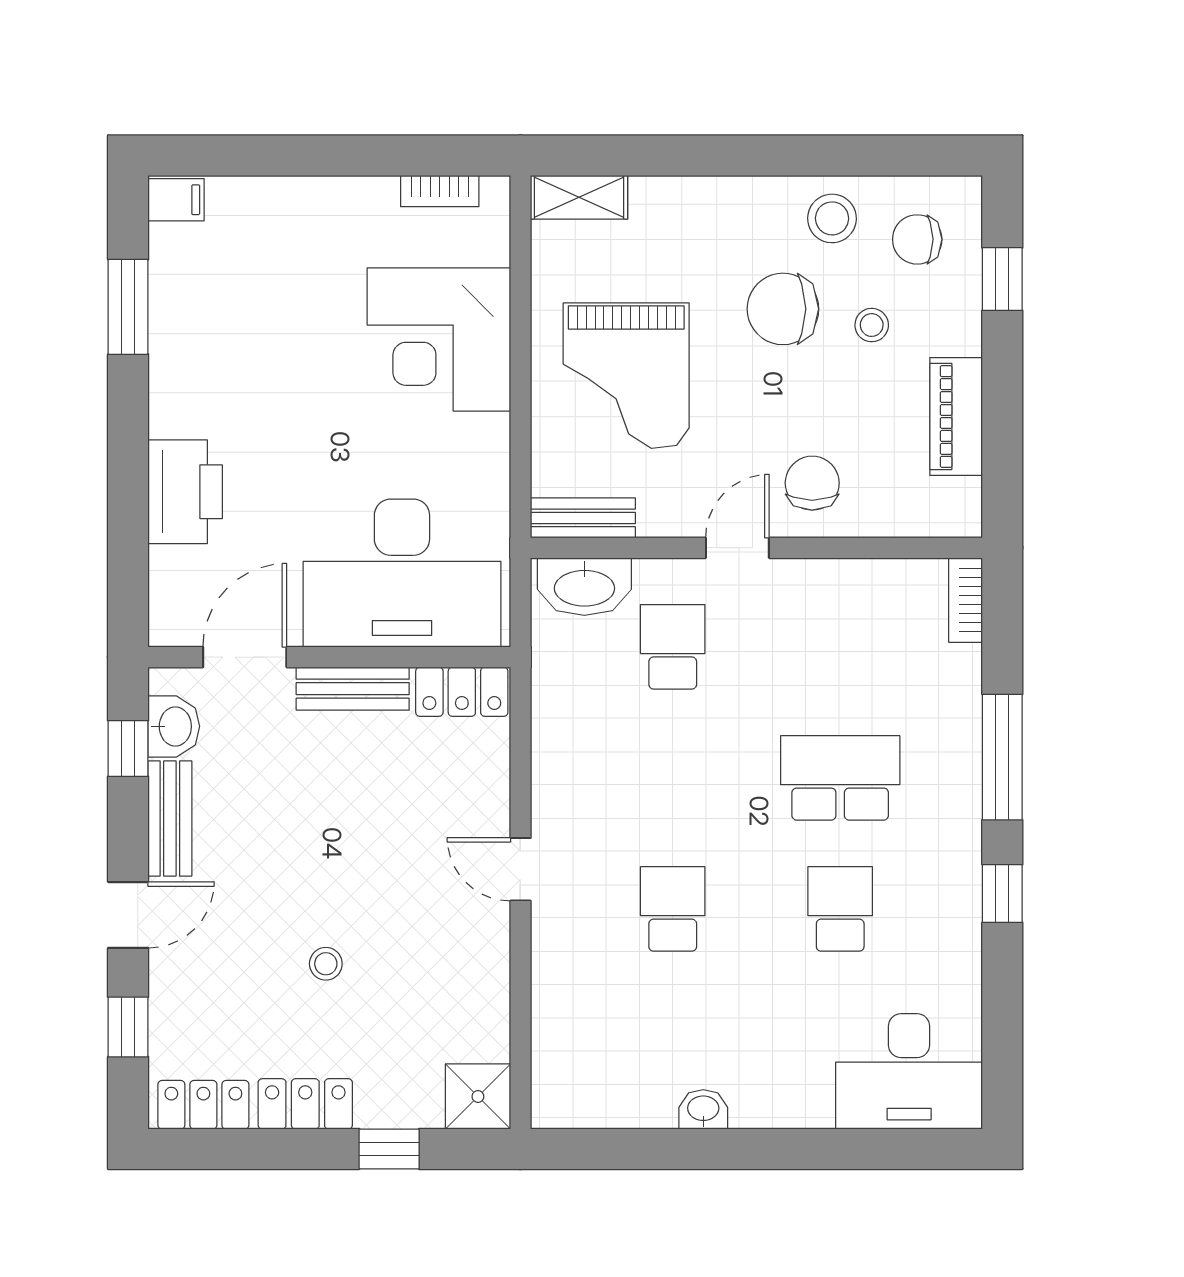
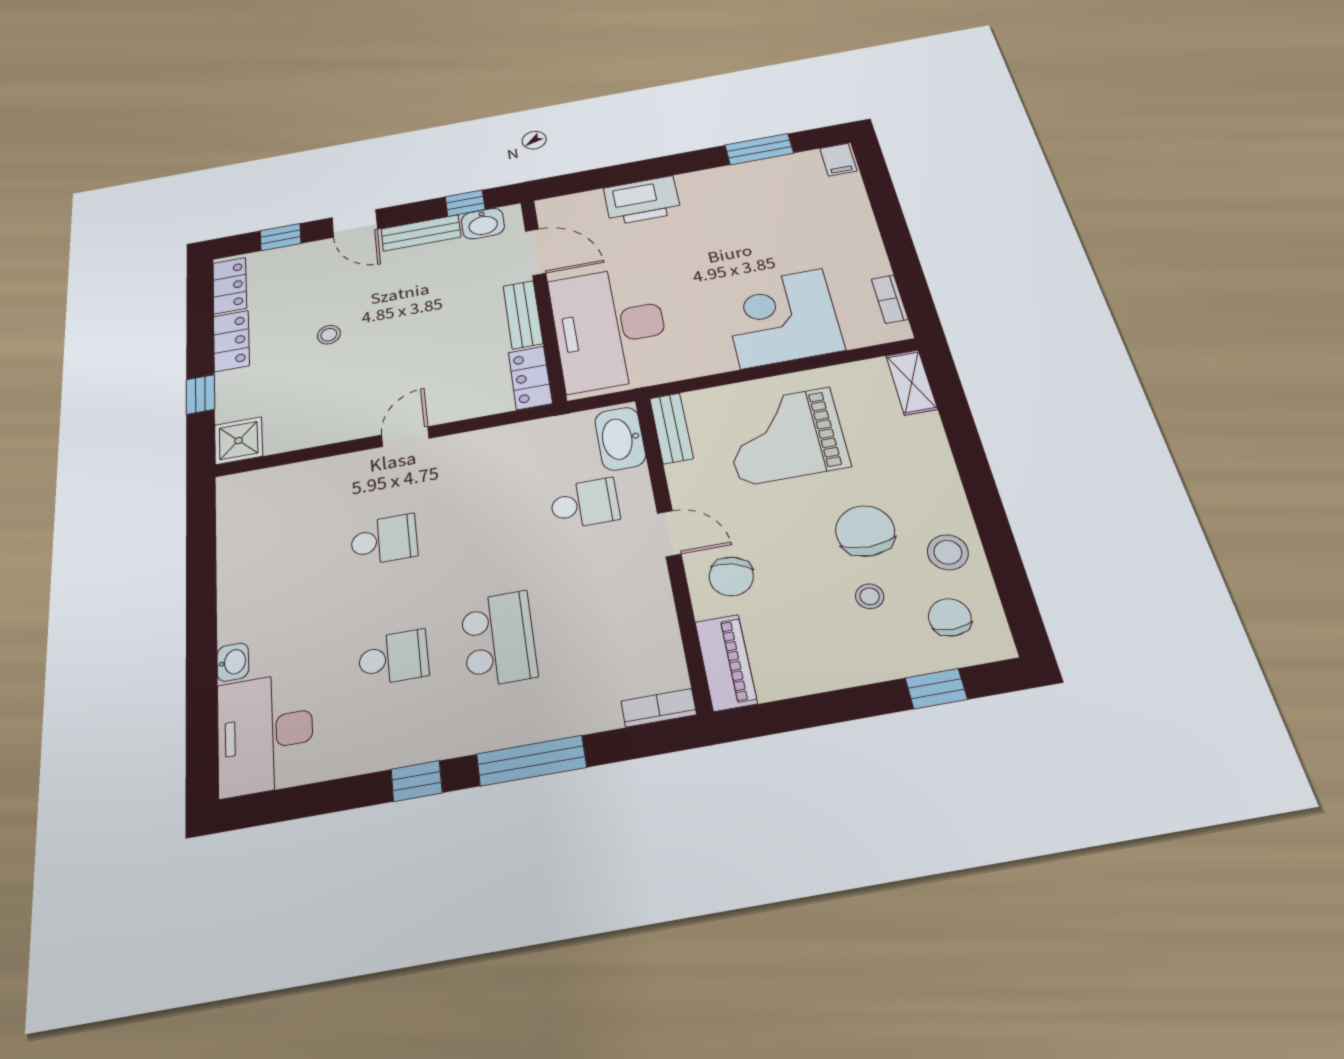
piano: (956, 416) -> (726, 662), moved, turned 90
chair: (812, 483) -> (731, 576), turned 106
washbasin: (703, 1109) -> (233, 662), moved

